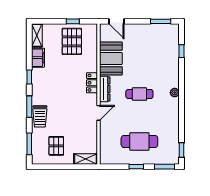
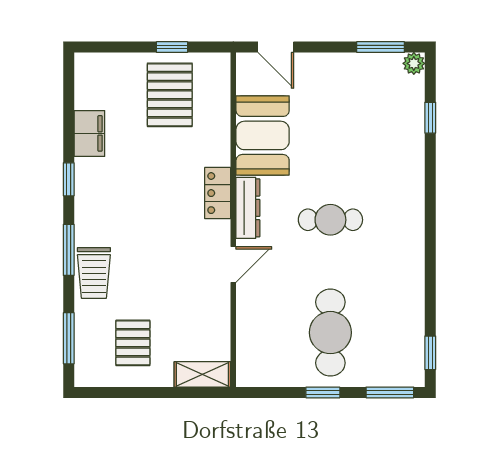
shelving: (37, 35) -> (87, 80), removed
plant: (175, 93) -> (414, 63), moved
cafe table: (139, 141) -> (330, 333), turned 90

